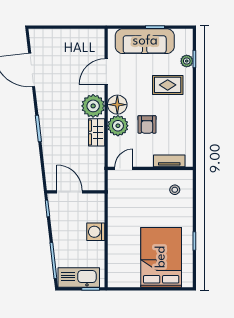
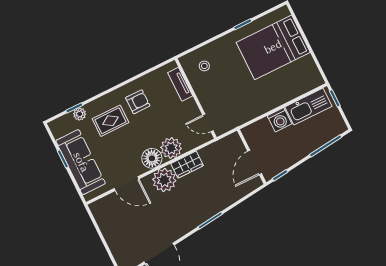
rug: (168, 85) -> (110, 121), turned 90
armchair: (147, 124) -> (138, 102), moved
kitchen sink: (79, 278) -> (308, 107), moved, turned -90

